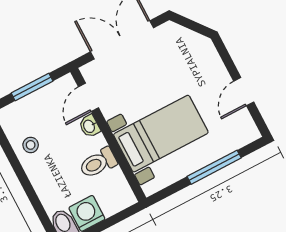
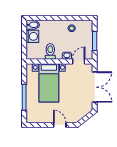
door: (244, 92) -> (60, 125), moved
door: (89, 97) -> (79, 62), hinge flipped

